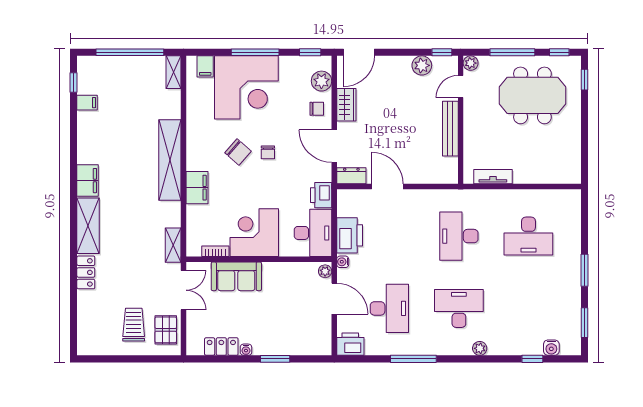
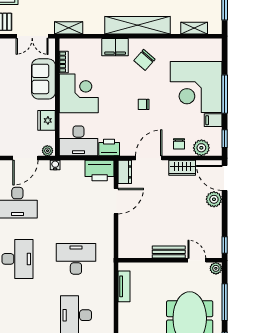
plant: (422, 65) -> (214, 199), moved
filing cabinet: (205, 66) -> (213, 120), moved
shelving: (174, 72) -> (194, 28), moved
bench: (450, 129) -> (169, 252), width x0.73
chair: (238, 152) -> (144, 60), moved
printer: (350, 235) -> (100, 170), moved
fridge: (288, 273) -> (46, 120), added

